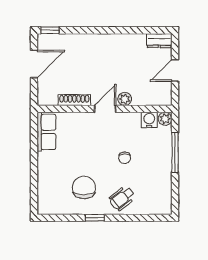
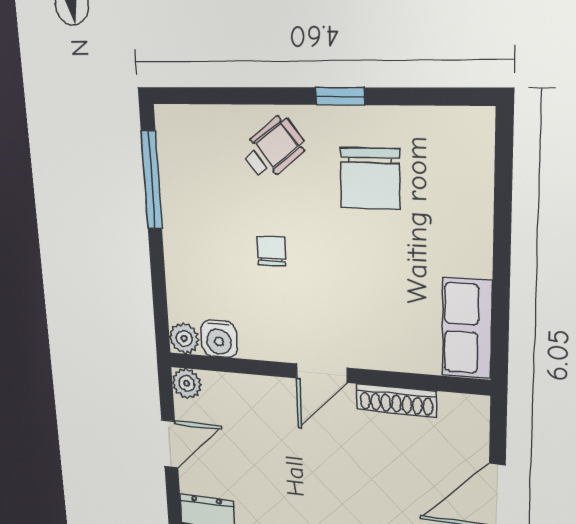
plant: (125, 99) -> (187, 383), moved
window: (175, 152) -> (152, 180), moved

